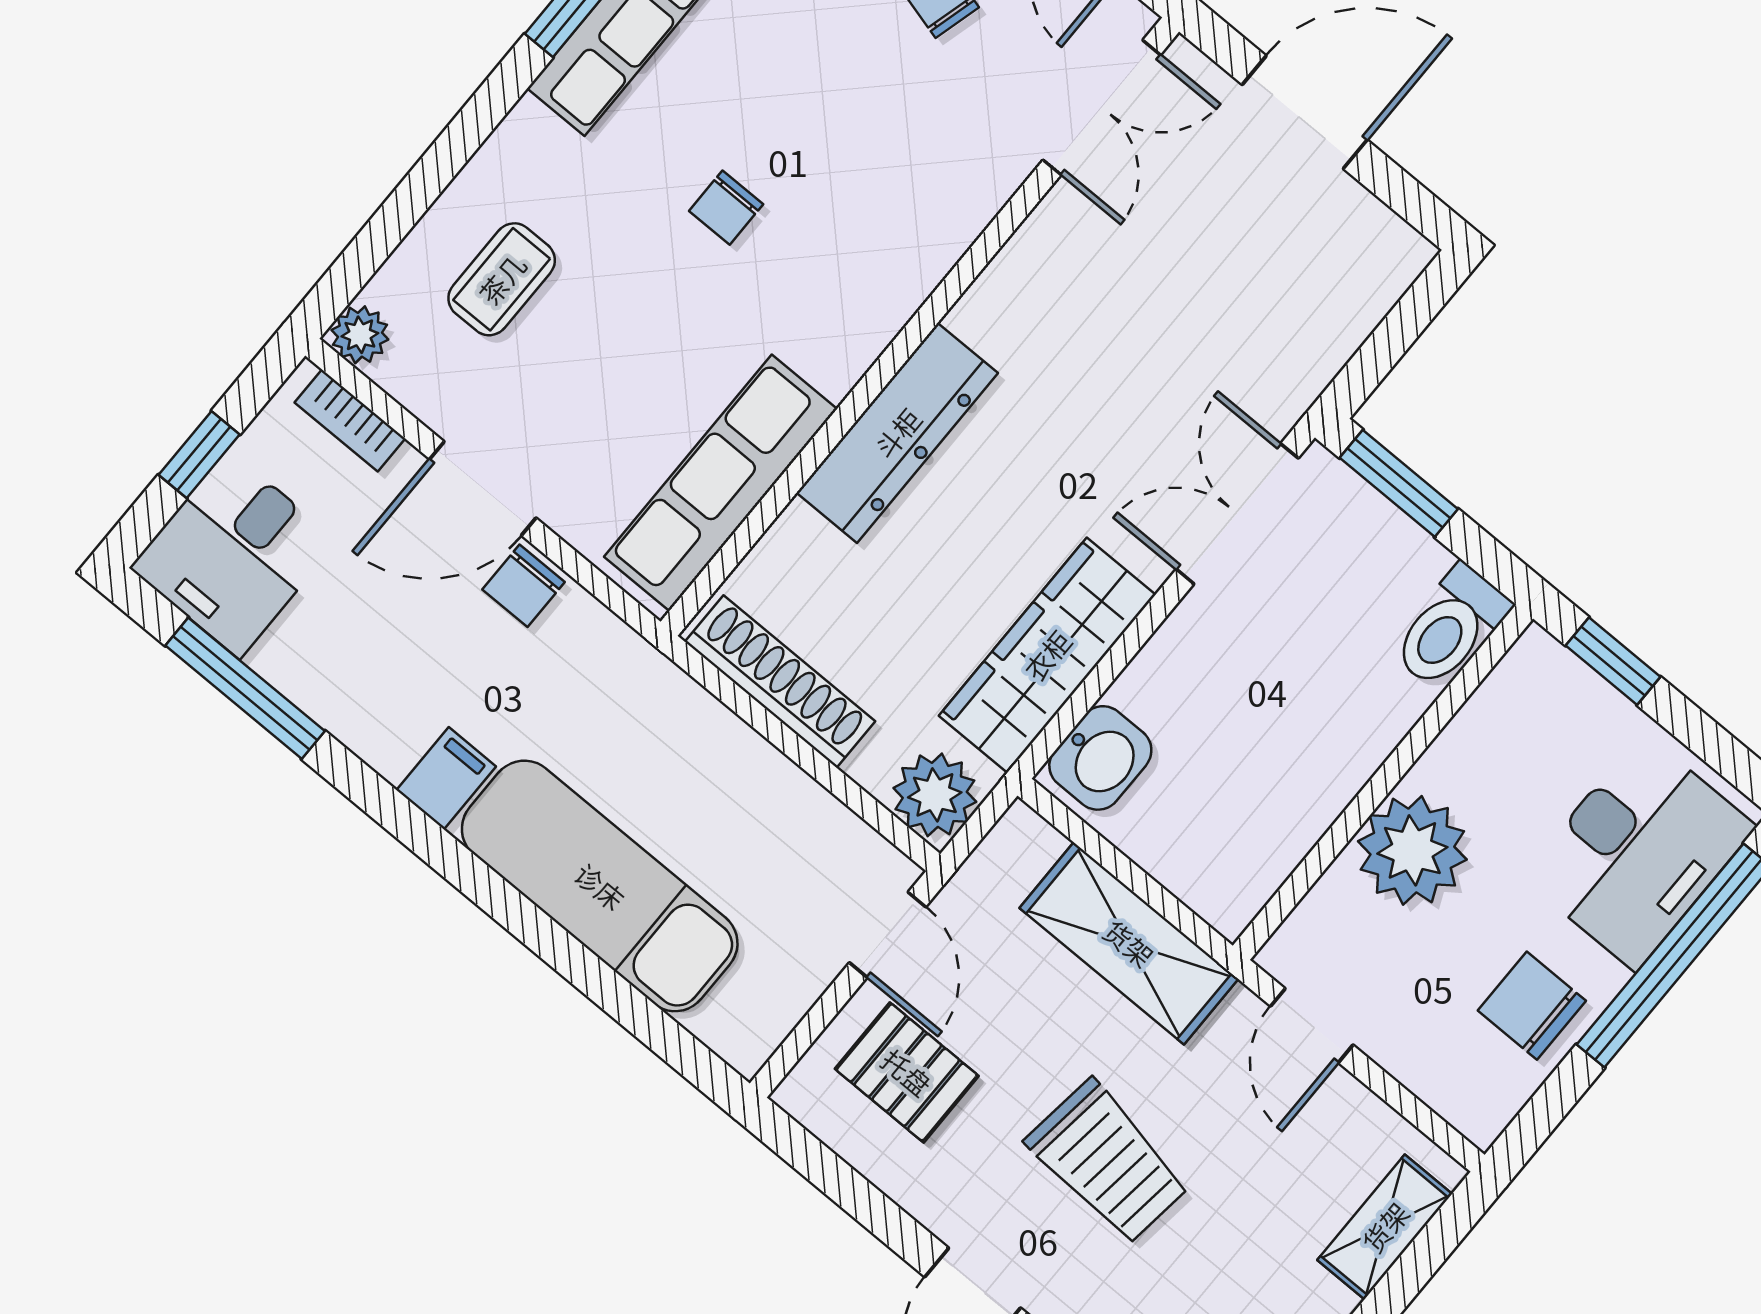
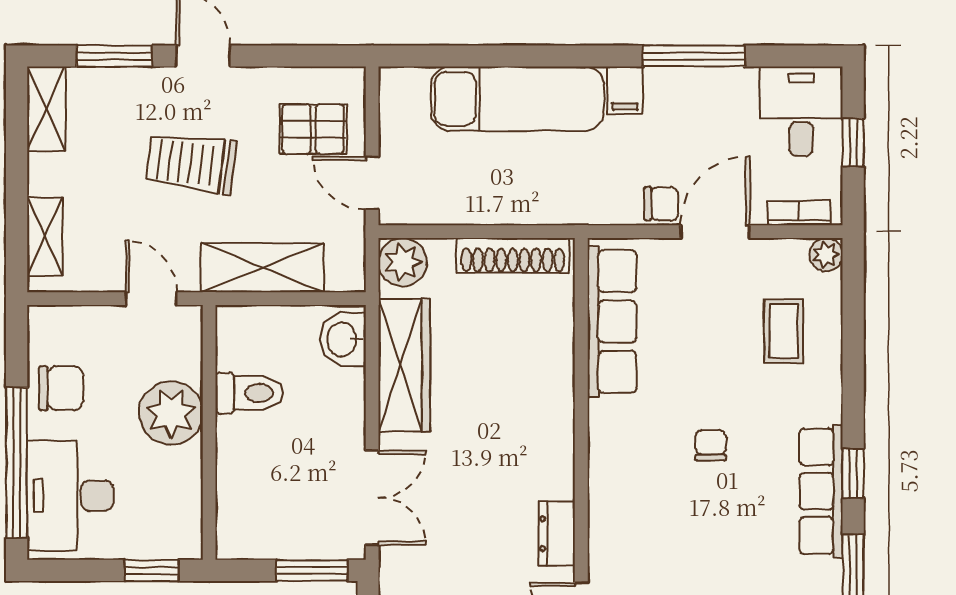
dresser: (897, 433) -> (557, 534), moved, width x0.51, depth x0.80
chair: (524, 586) -> (661, 204), turned 90
toilet: (1450, 627) -> (250, 393), moved, turned 90
window: (245, 688) -> (694, 56), moved

